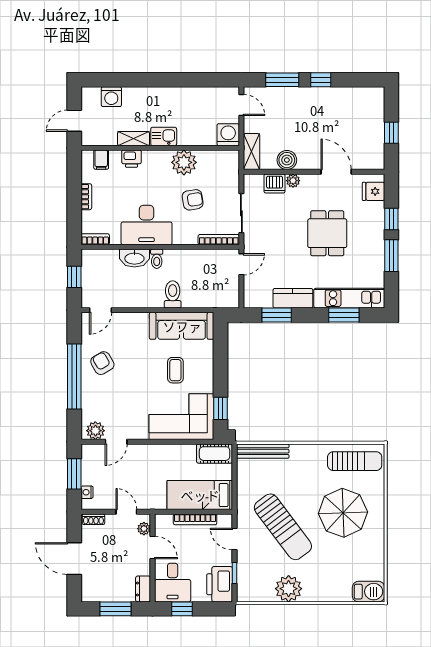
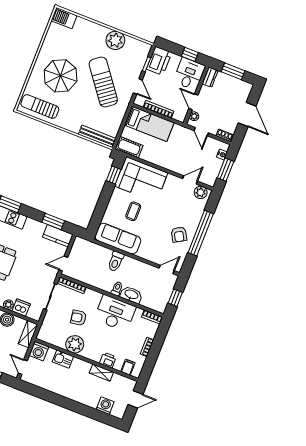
kitchen sink: (164, 136) -> (63, 359), moved
kitchen counter: (293, 298) -> (58, 236), moved

